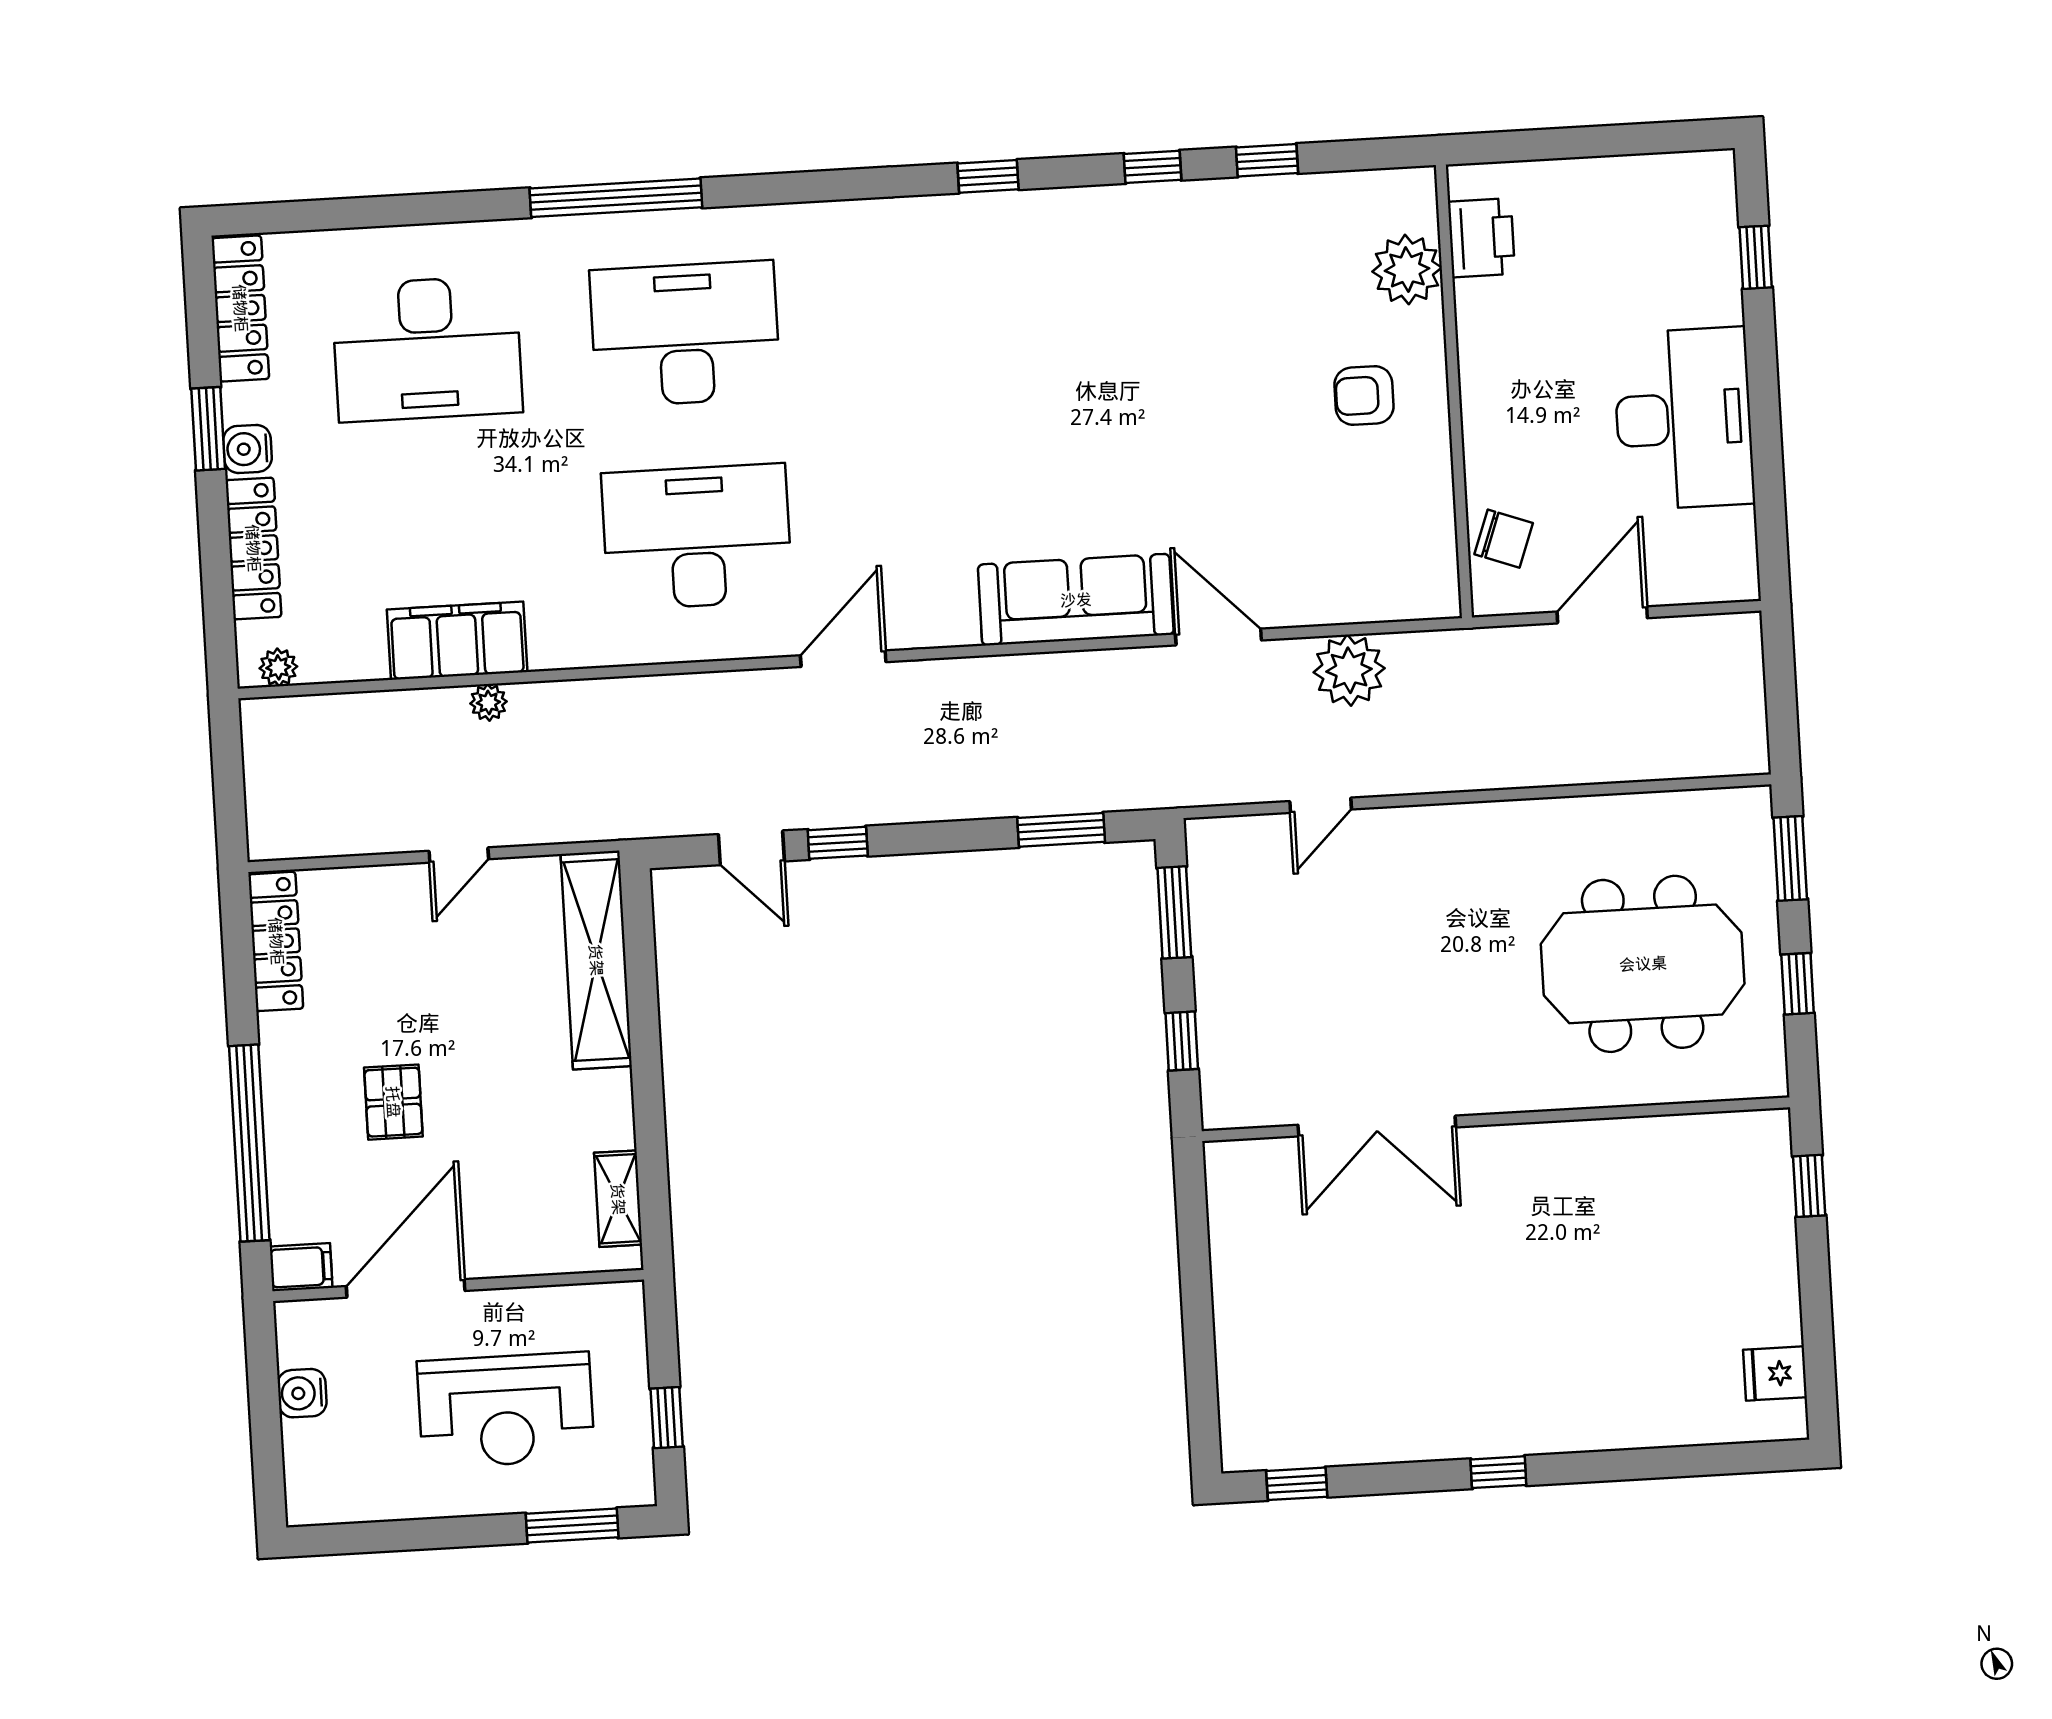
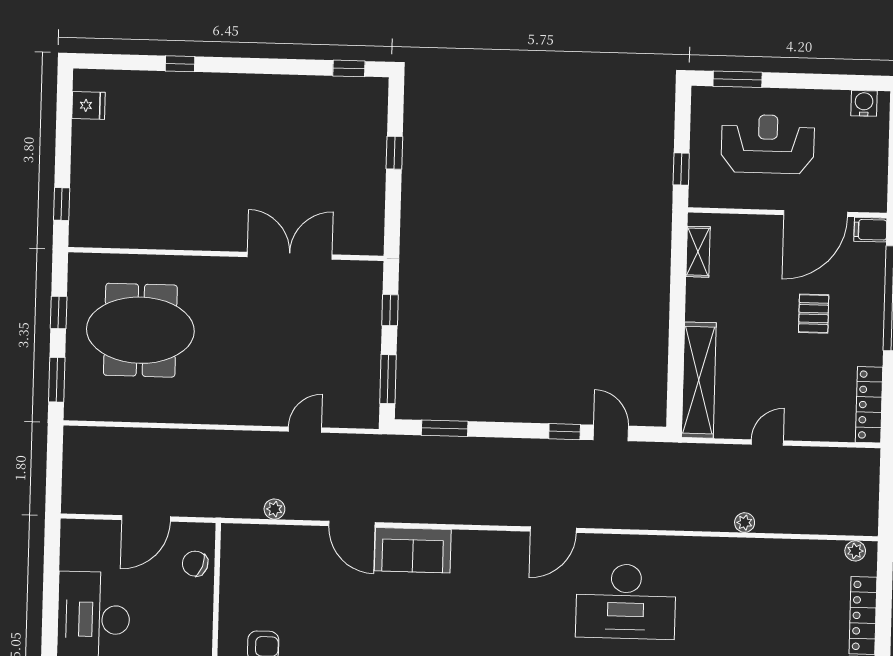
sofa: (1076, 600) -> (413, 550), width x0.73
filing cabinet: (457, 641) -> (758, 557), removed
plant: (1349, 670) -> (274, 509), width x0.53, depth x0.53
window: (1199, 1334) -> (394, 153), added
water cooler: (302, 1393) -> (864, 103), moved, turned -90
window: (667, 1418) -> (681, 169), moved
window: (1498, 1472) -> (180, 64), moved

